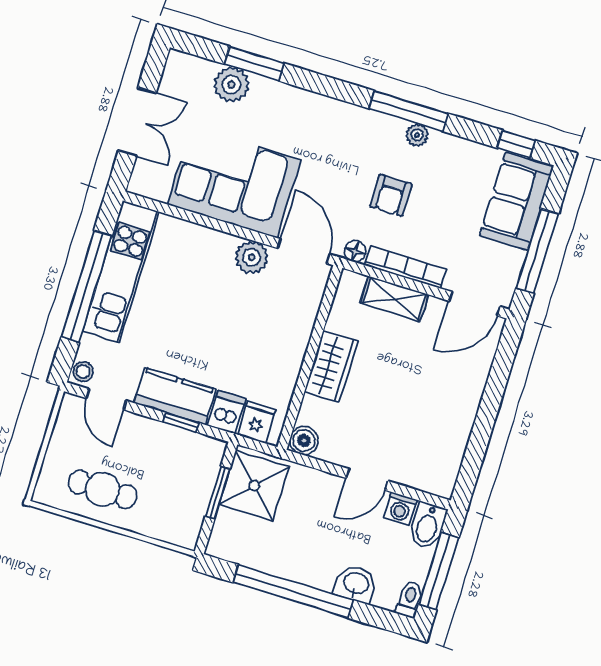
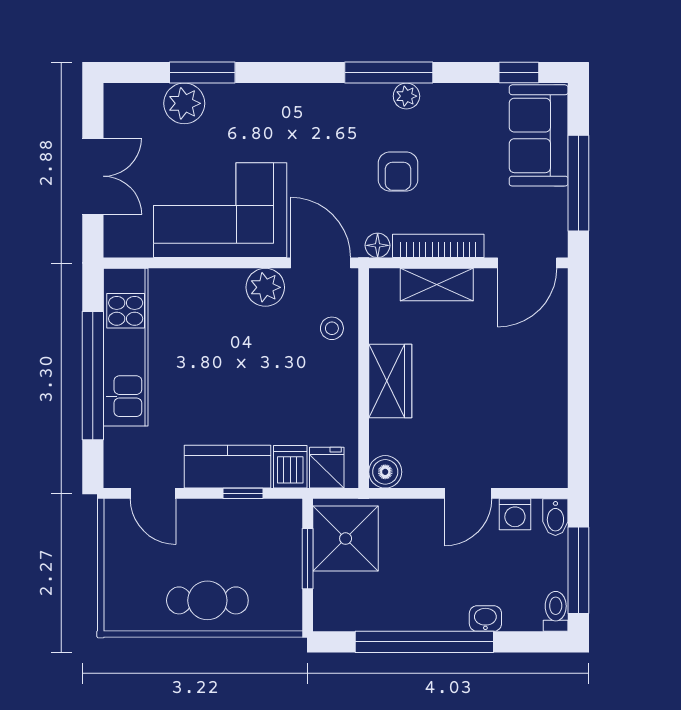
stool: (83, 371) -> (332, 328), moved
cafe table: (103, 489) -> (207, 600), moved
bidet: (428, 526) -> (555, 517), width x0.72, depth x0.74
washbasin: (356, 584) -> (485, 619), width x0.72, depth x0.69

